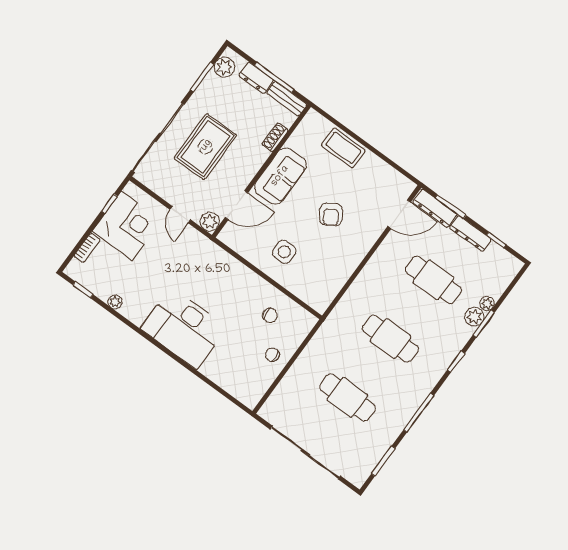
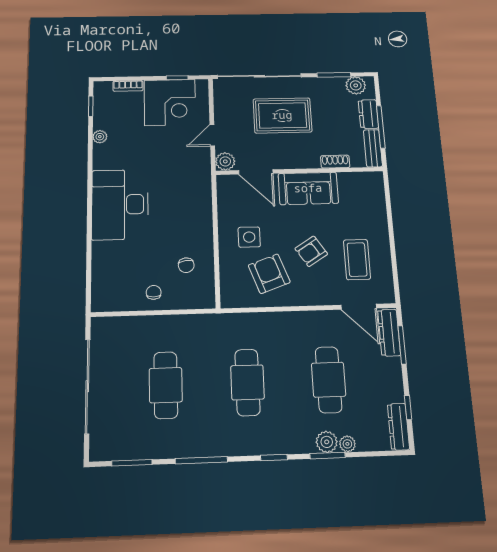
coffee table: (343, 148) -> (357, 259), moved
dresser: (470, 234) -> (398, 427), moved
armchair: (324, 259) -> (269, 274), added

